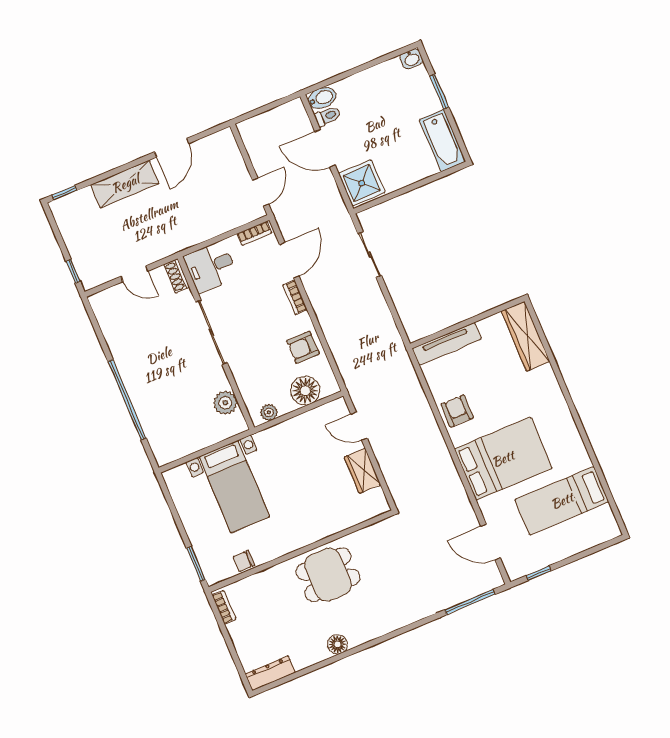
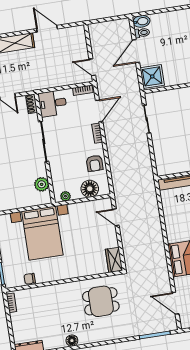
door: (172, 148) -> (47, 29), swing flipped
door: (325, 148) -> (136, 51), hinge flipped
door: (261, 192) -> (92, 67), swing flipped
armchair: (303, 347) -> (95, 163), turned -90
armchair: (457, 411) -> (175, 222), removed
wardrobe: (362, 471) -> (114, 260), moved
bed with nightstands: (234, 487) -> (42, 233), width x1.36
dining table: (328, 575) -> (101, 301), moved

